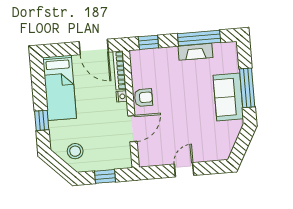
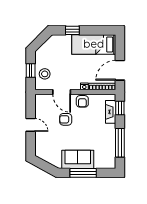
fireplace: (195, 52) -> (111, 112), moved
armchair: (172, 119) -> (66, 119), added
stool: (75, 151) -> (45, 74), moved

